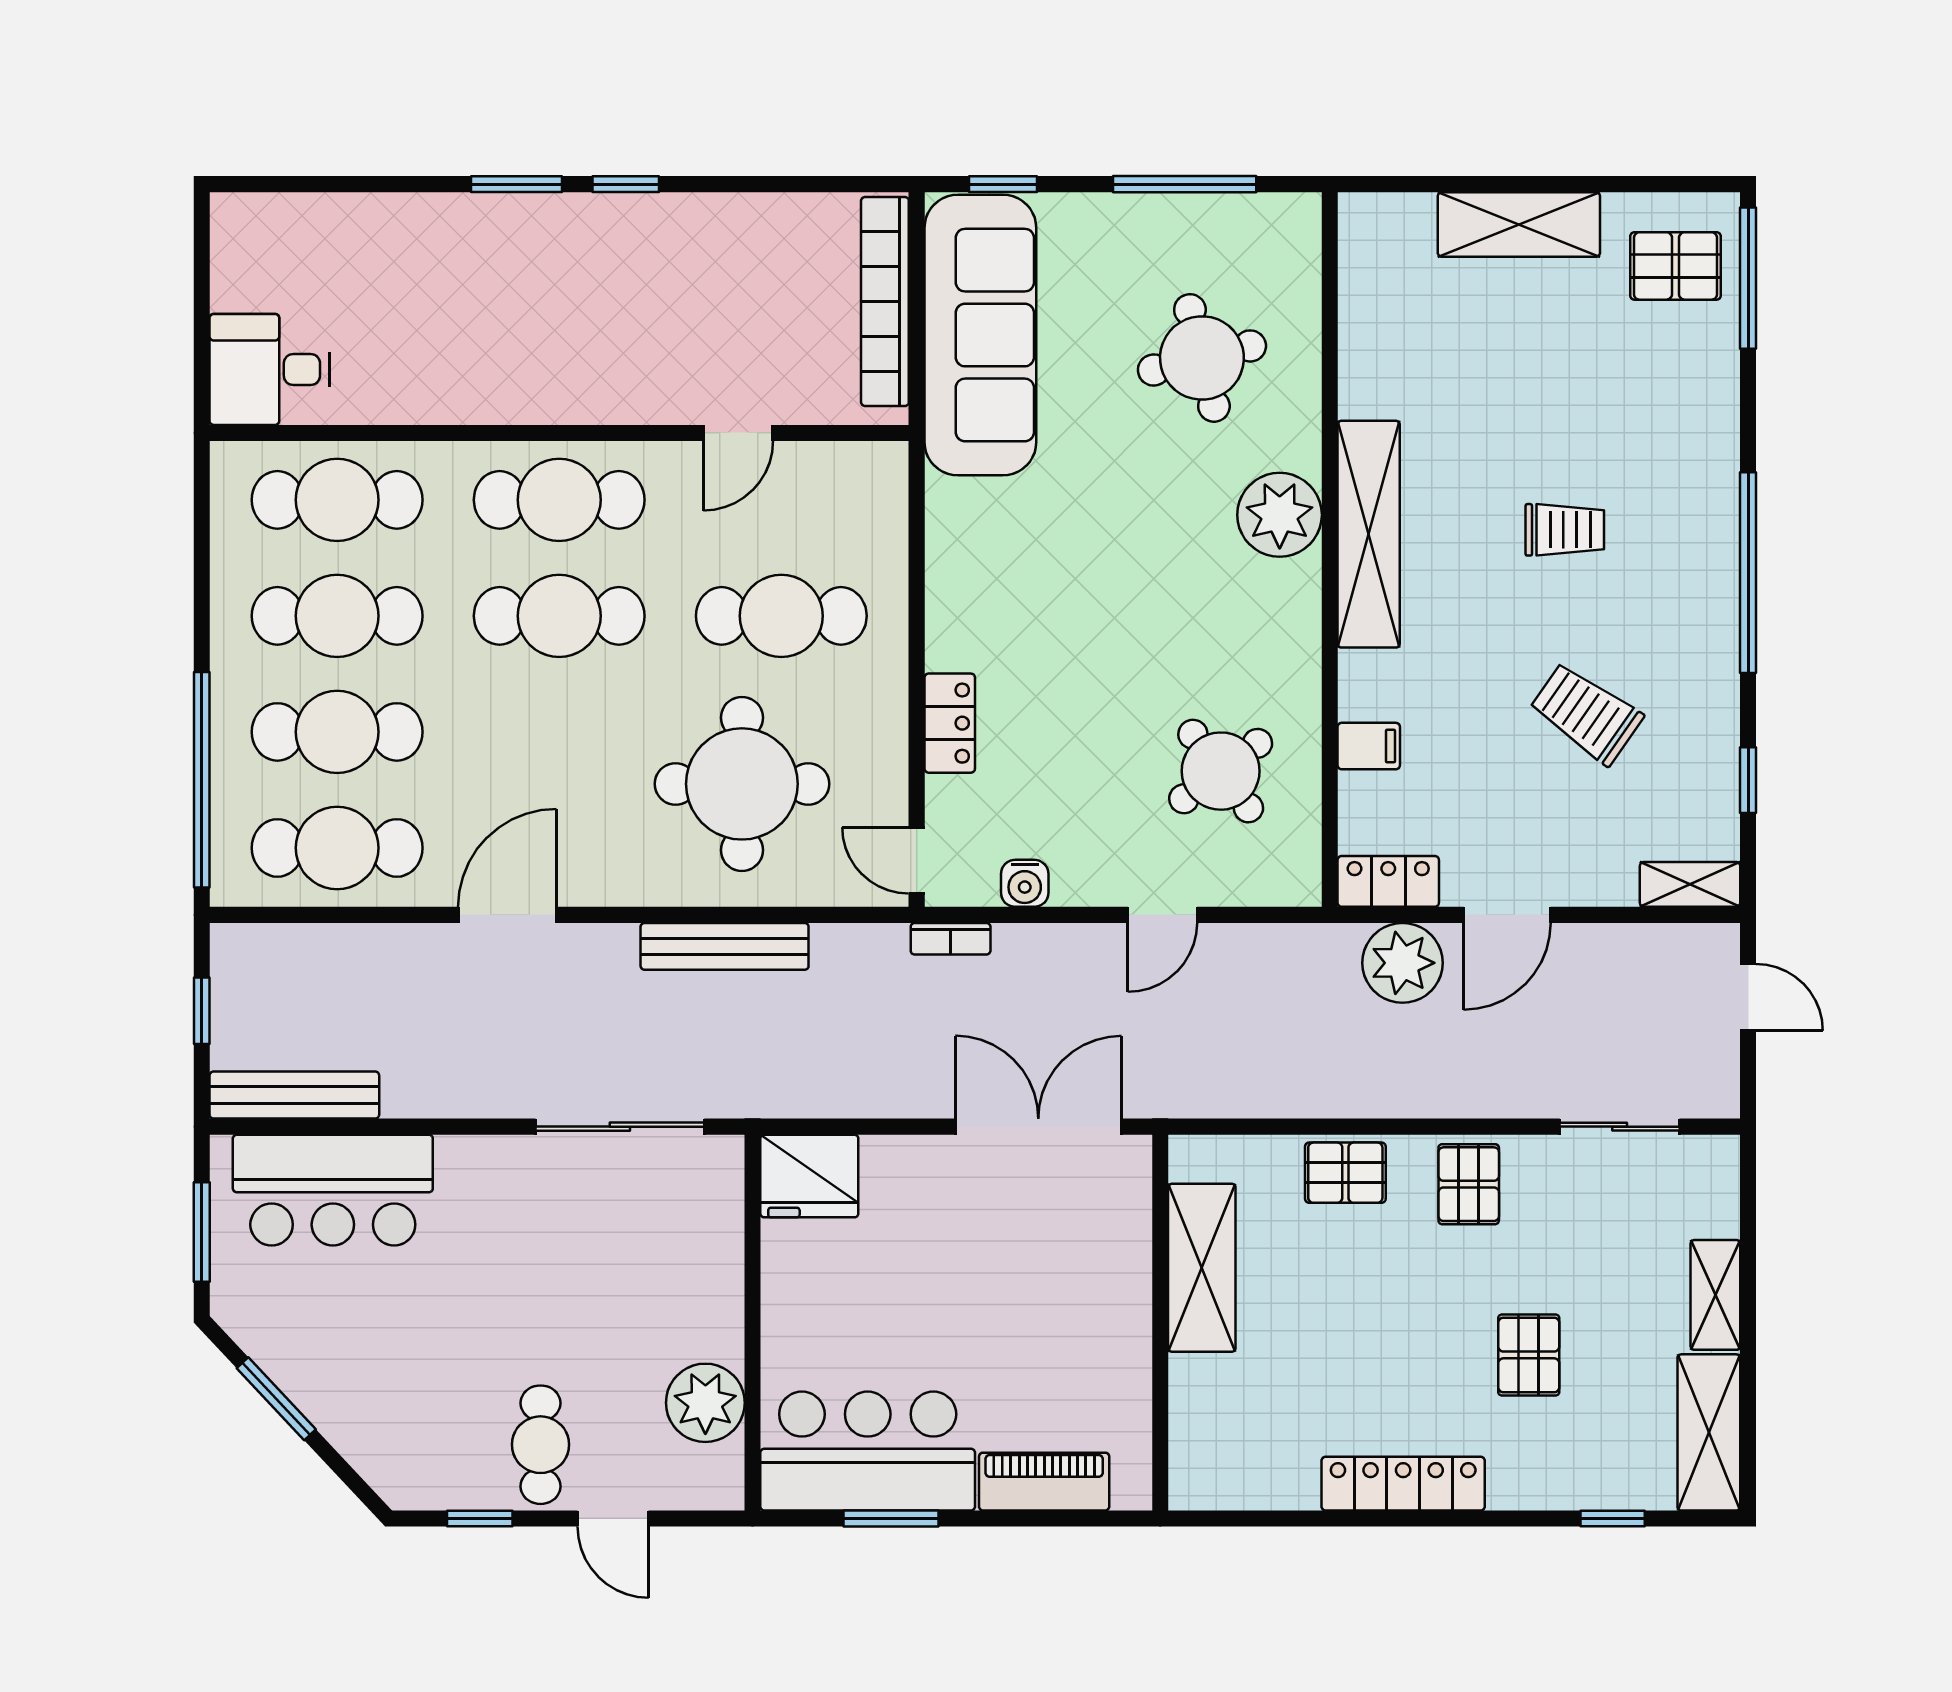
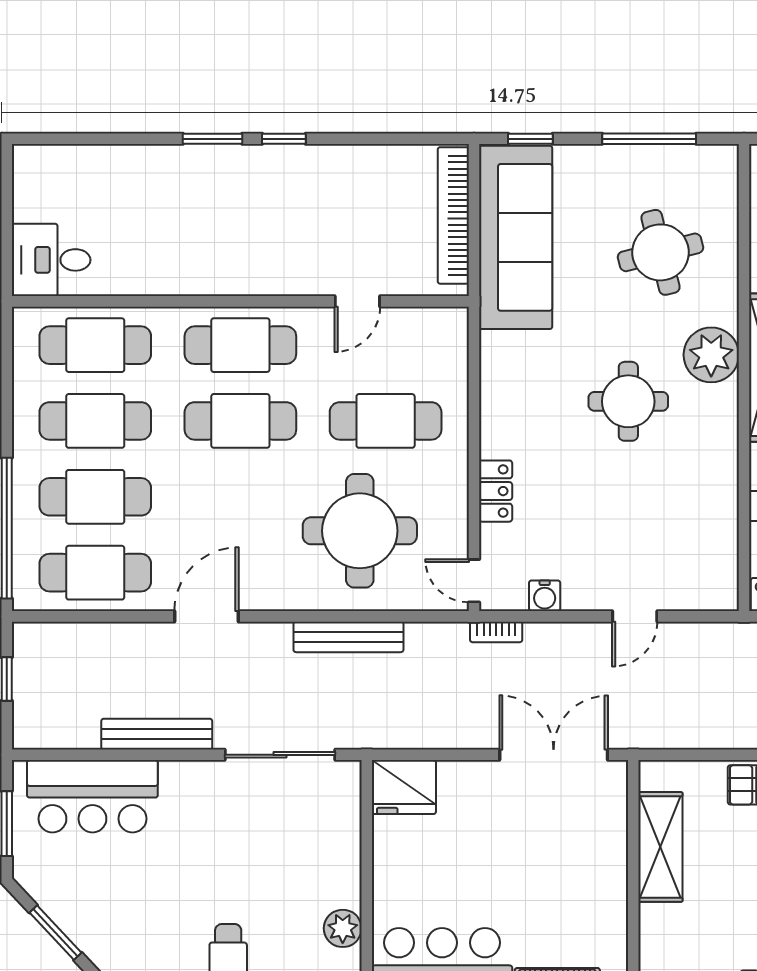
round table: (1221, 771) -> (628, 401), moved, turned 37
bench: (294, 1095) -> (157, 734), moved
plant: (705, 1403) -> (343, 928), width x0.73, depth x0.73

